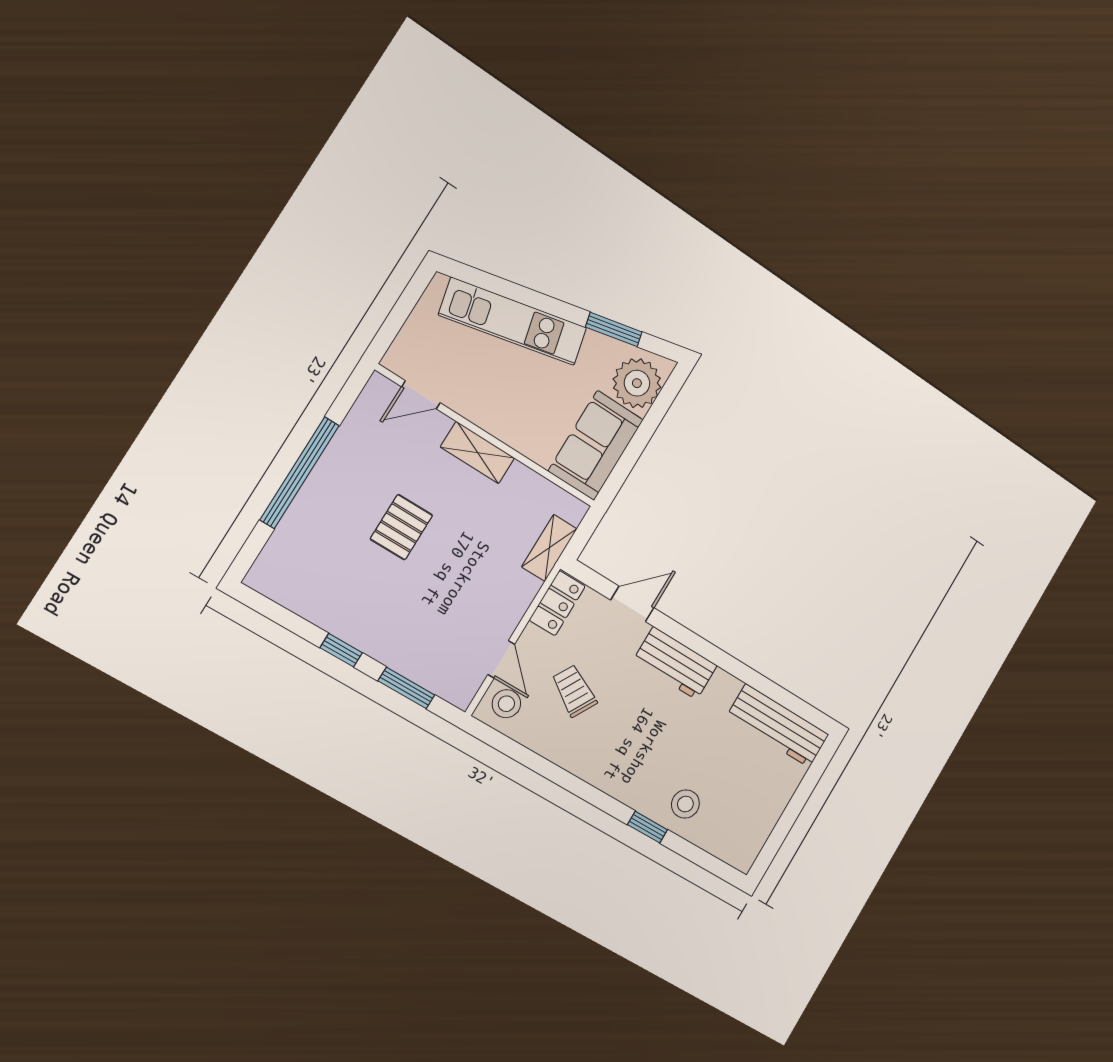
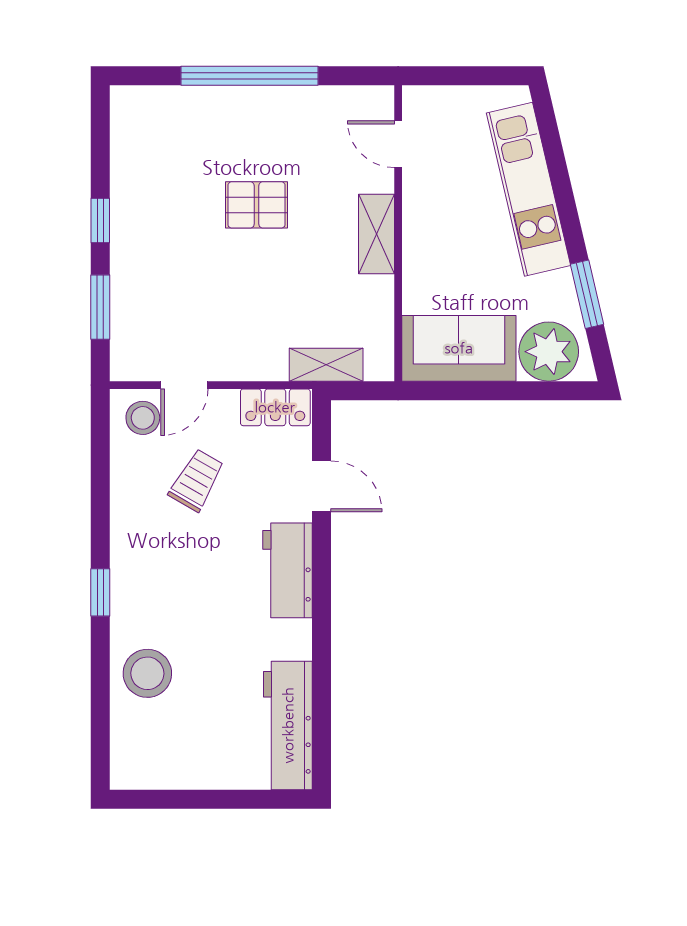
stool: (685, 804) -> (147, 673), width x1.38, depth x1.38
window: (648, 827) -> (100, 592), moved

